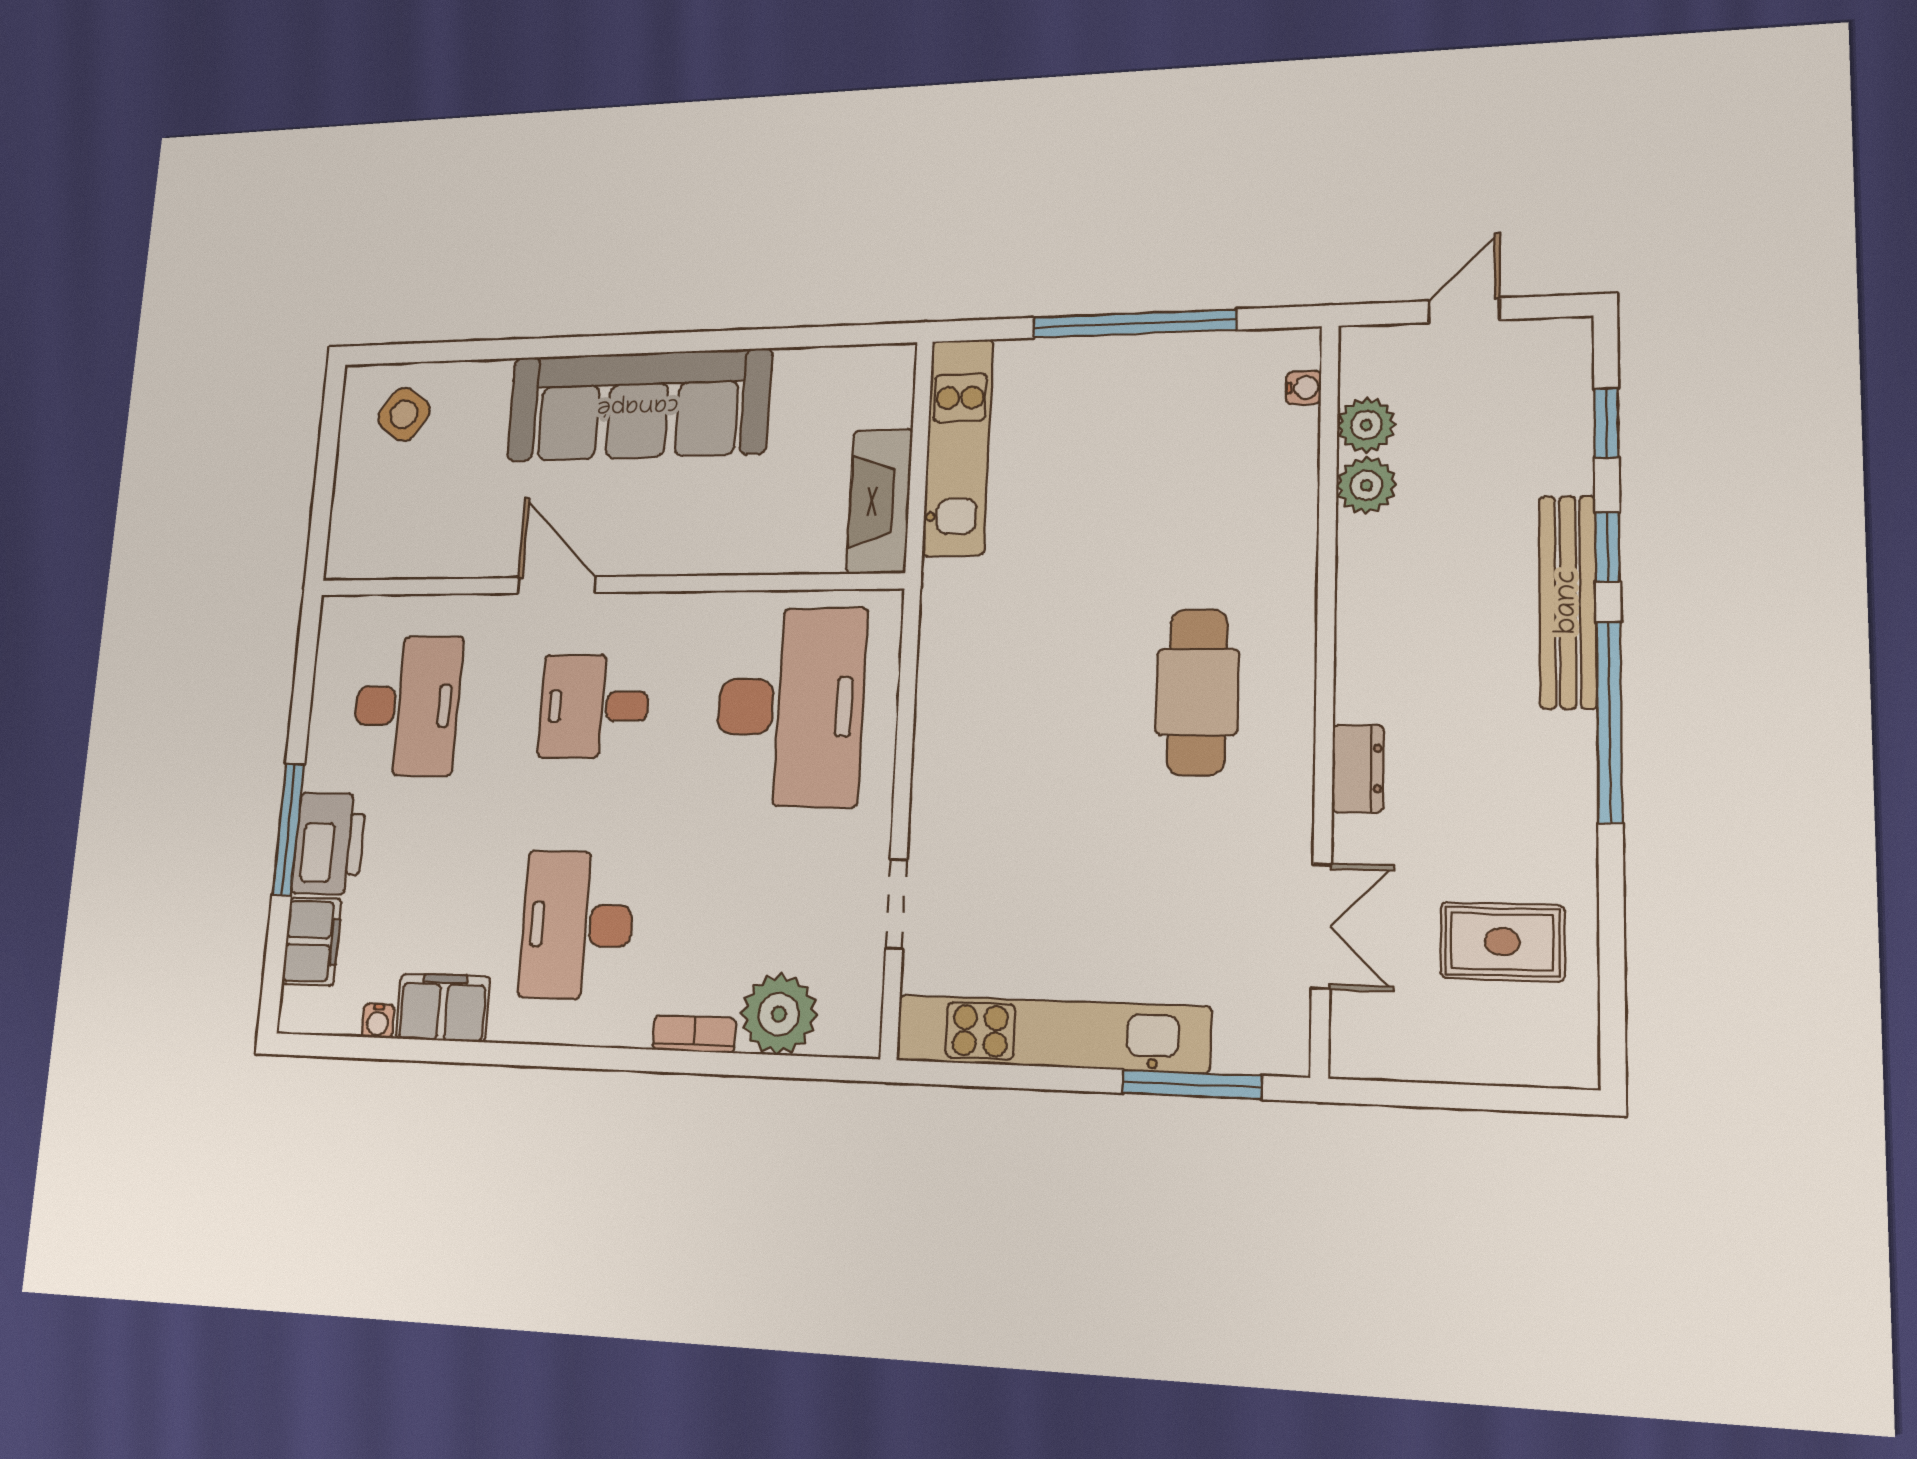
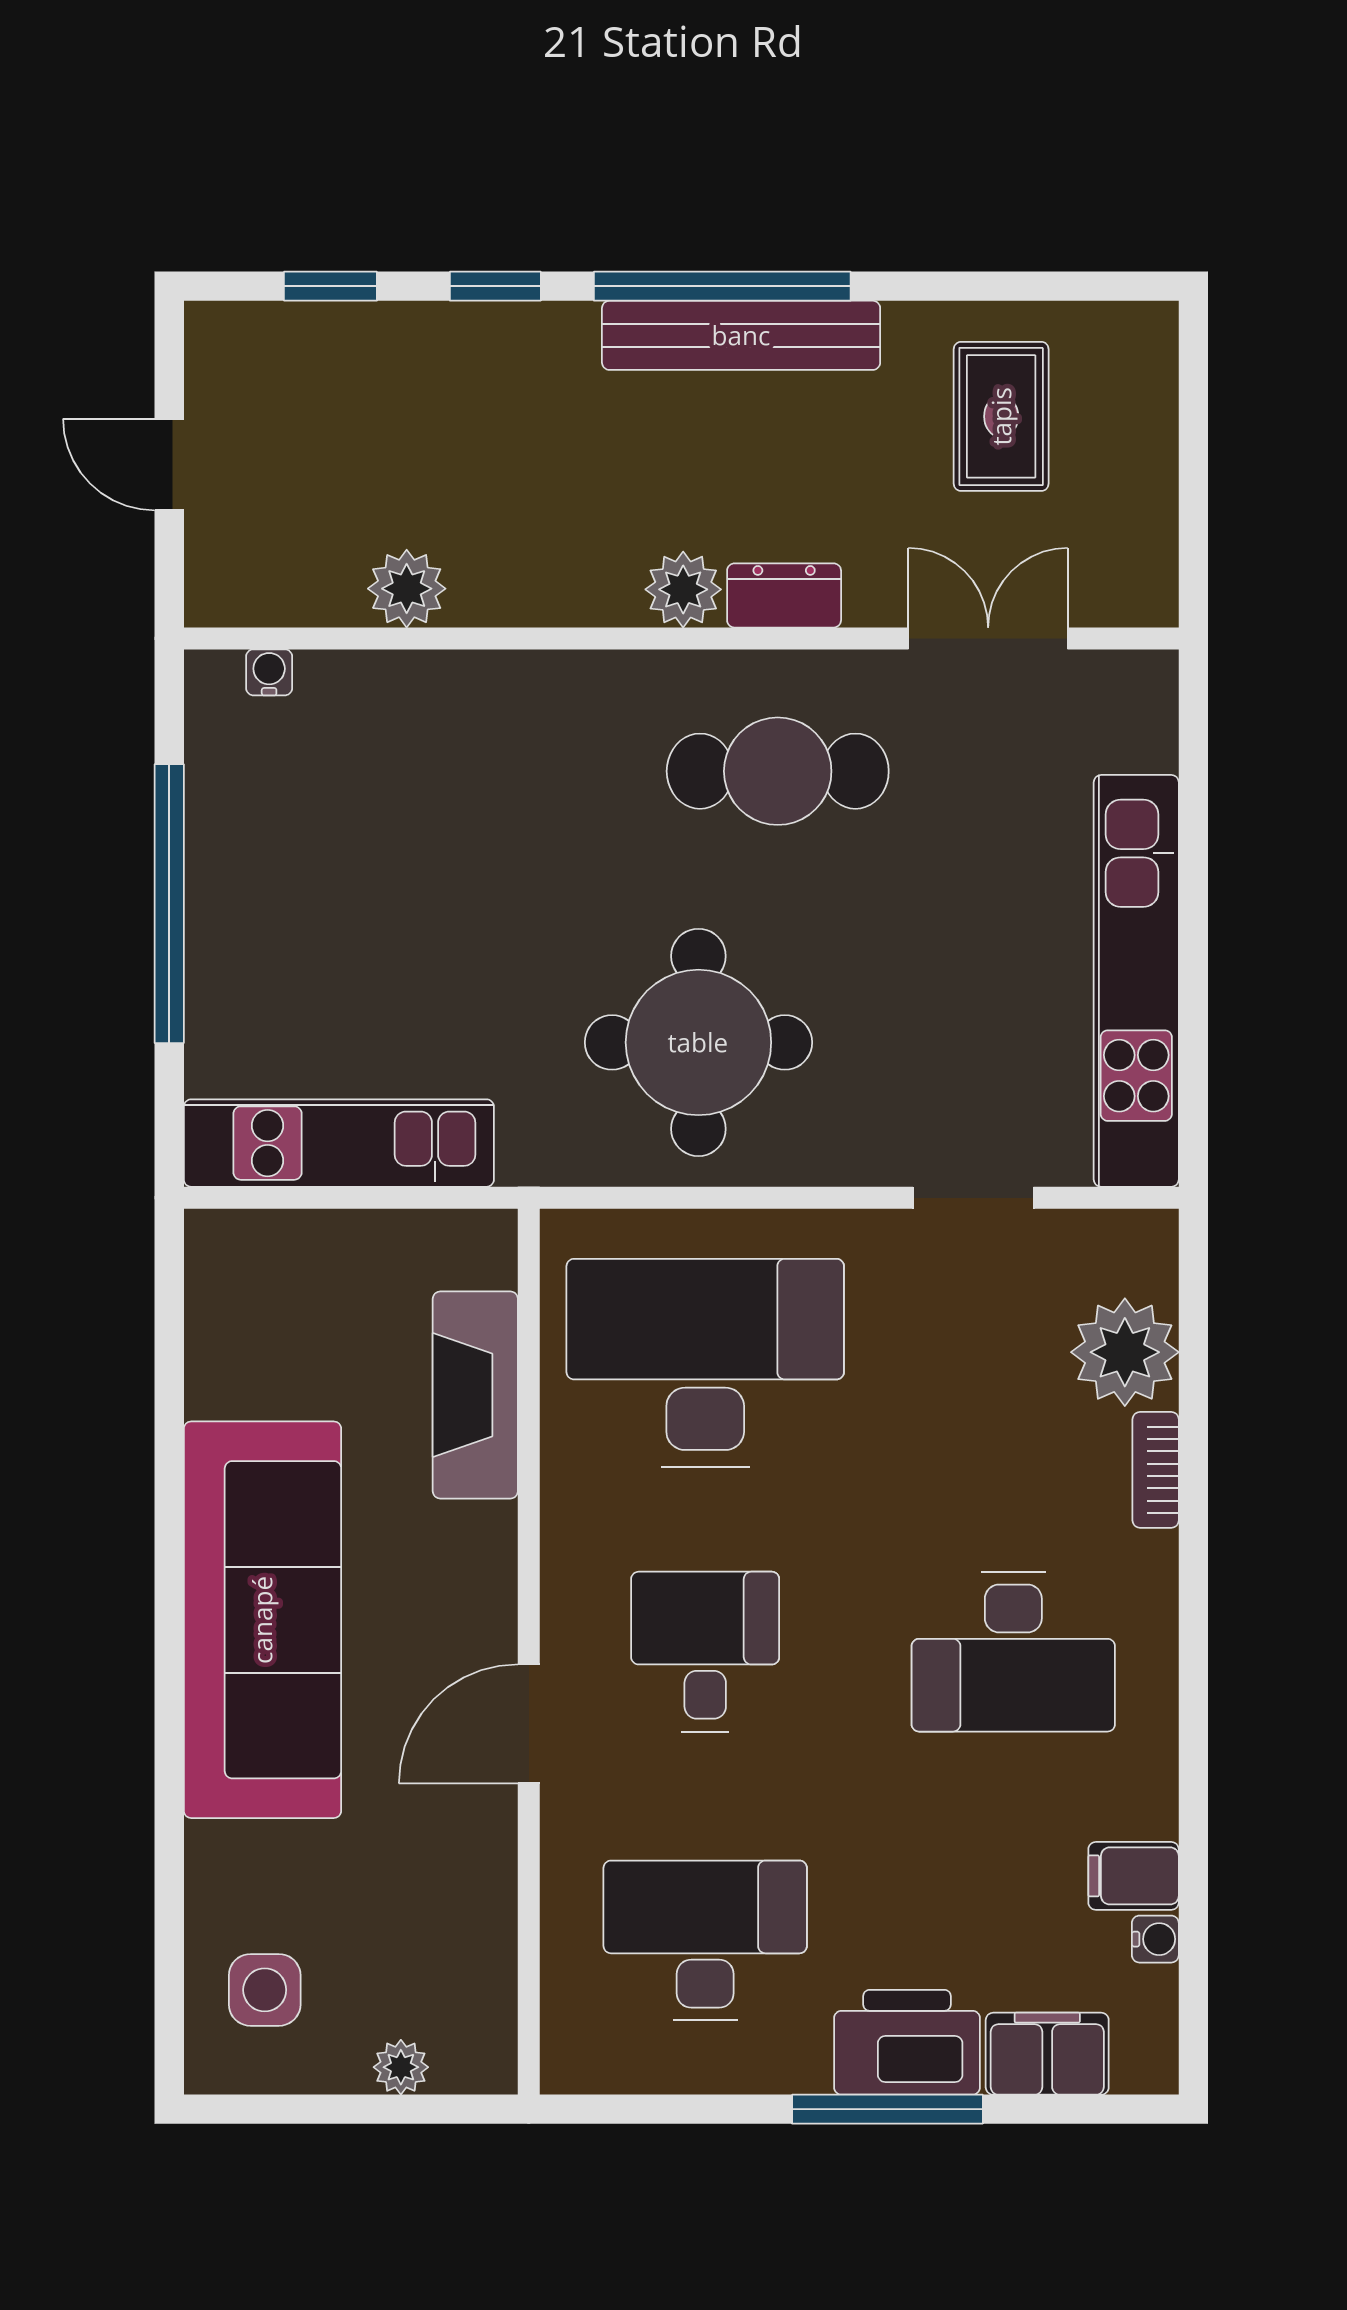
side table: (404, 414) -> (265, 1990), turned -36
plant: (1366, 425) -> (683, 589), moved
fireplace: (880, 501) -> (475, 1395), moved, turned 90
plant: (348, 504) -> (401, 2067), added
bench: (1568, 602) -> (741, 335), moved
cafe table: (1197, 692) -> (778, 771), moved
round table: (1019, 702) -> (698, 1042), added
desk: (594, 706) -> (705, 1652), turned 180
filing cabinet: (443, 1008) -> (1134, 1876), width x0.50
window: (1192, 1084) -> (1193, 798), removed

